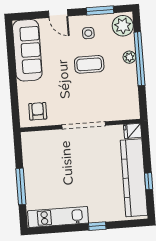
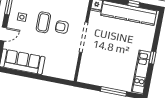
armchair: (38, 111) -> (62, 27), moved
window: (97, 226) -> (153, 58), moved

